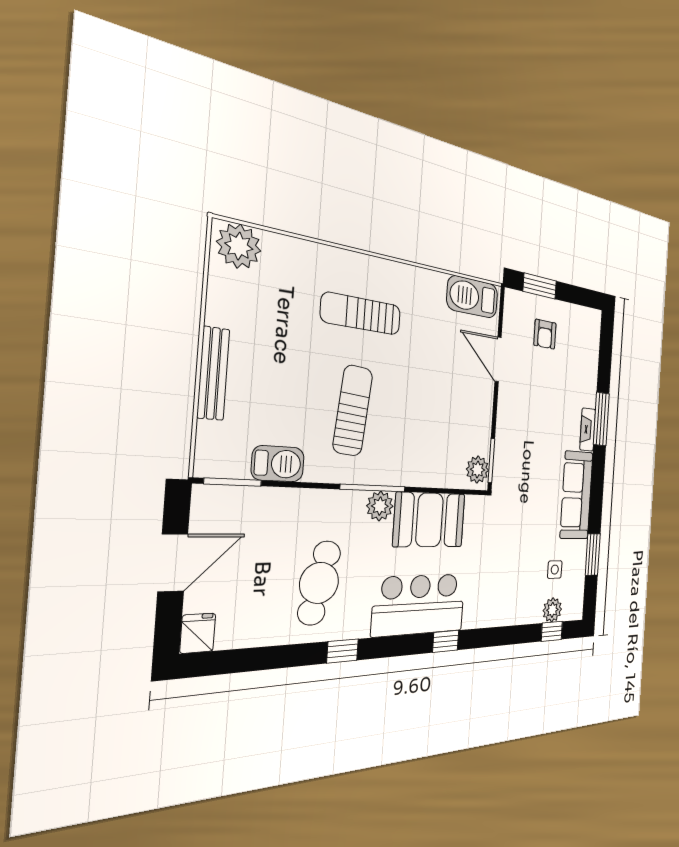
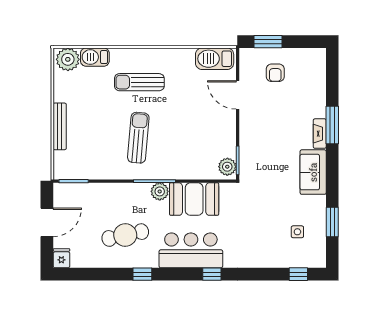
barbecue: (278, 464) -> (95, 57), moved, turned 180
sofa: (577, 495) -> (313, 172), width x0.73
cafe table: (319, 583) -> (125, 235), turned 66
plant: (552, 610) -> (298, 259), removed

